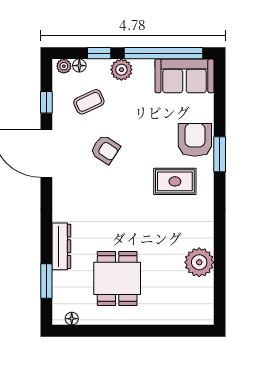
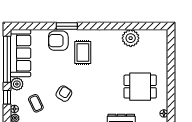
sofa: (184, 76) -> (21, 53), width x1.36

